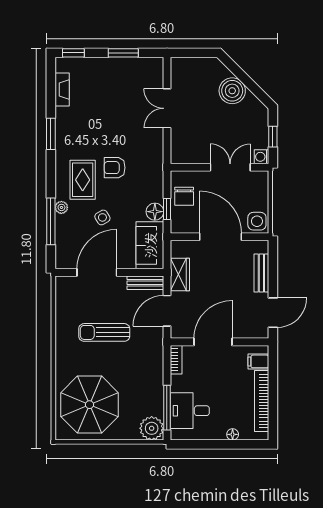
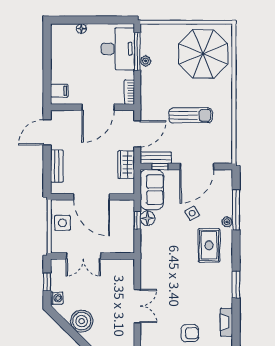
washing machine: (261, 157) -> (57, 298), moved
armchair: (115, 168) -> (190, 333), moved
chair: (184, 196) -> (123, 231), removed
side table: (257, 221) -> (62, 223), moved
window: (140, 272) -> (160, 167), added
bookcase: (262, 401) -> (57, 57), removed
desk: (190, 411) -> (118, 49), width x1.37
plant: (152, 428) -> (146, 61), moved, width x0.53, depth x0.53

